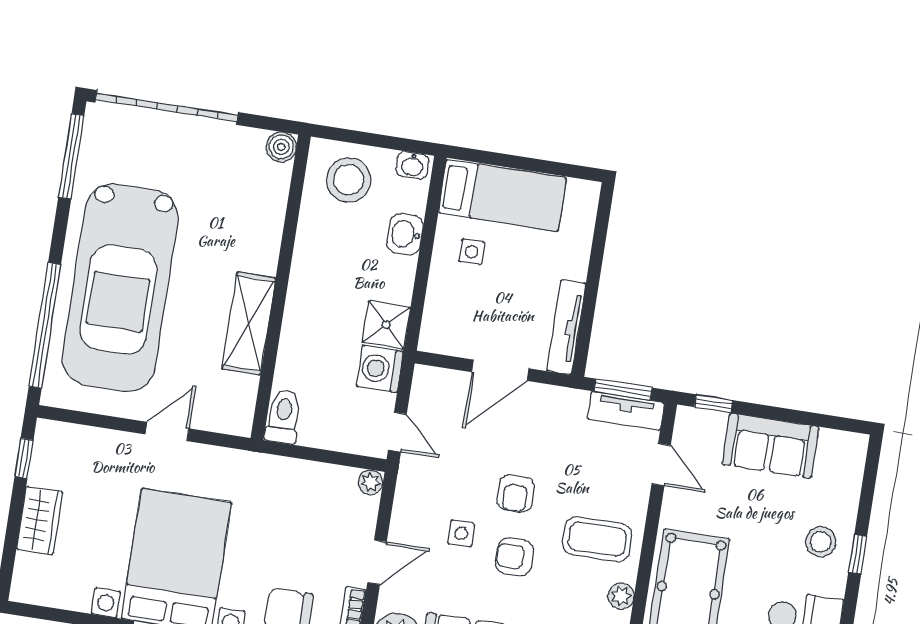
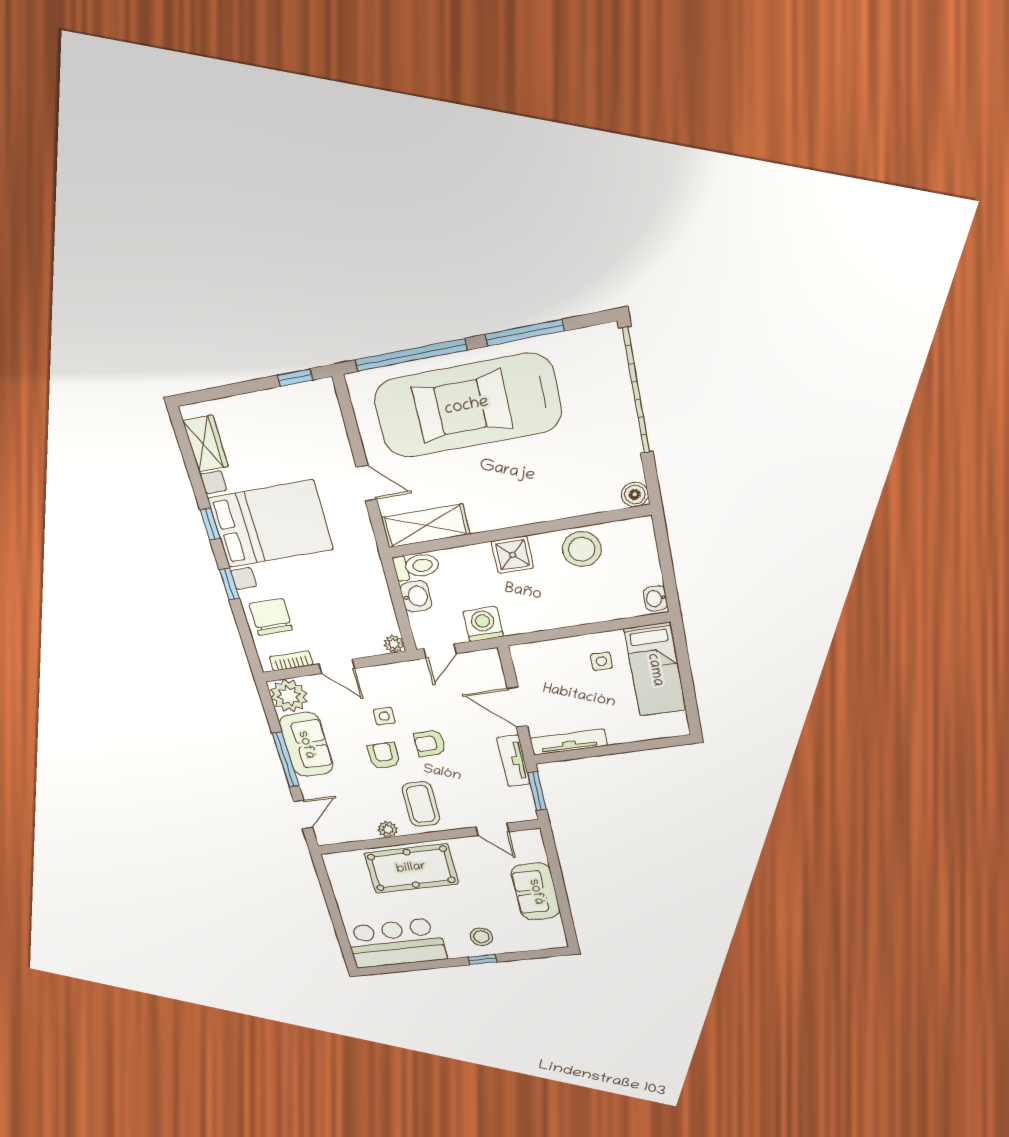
window: (71, 156) -> (525, 333), moved
stool: (349, 180) -> (582, 549), moved
washbasin: (405, 234) -> (416, 596), moved, turned 90
shelving: (249, 323) -> (426, 526), moved
shower: (386, 325) -> (513, 555), moved
window: (713, 404) -> (551, 850), removed
tv unit: (626, 411) -> (513, 761), moved
door: (661, 465) -> (492, 829), hinge flipped
wardrobe: (40, 520) -> (206, 444), moved, turned -90

